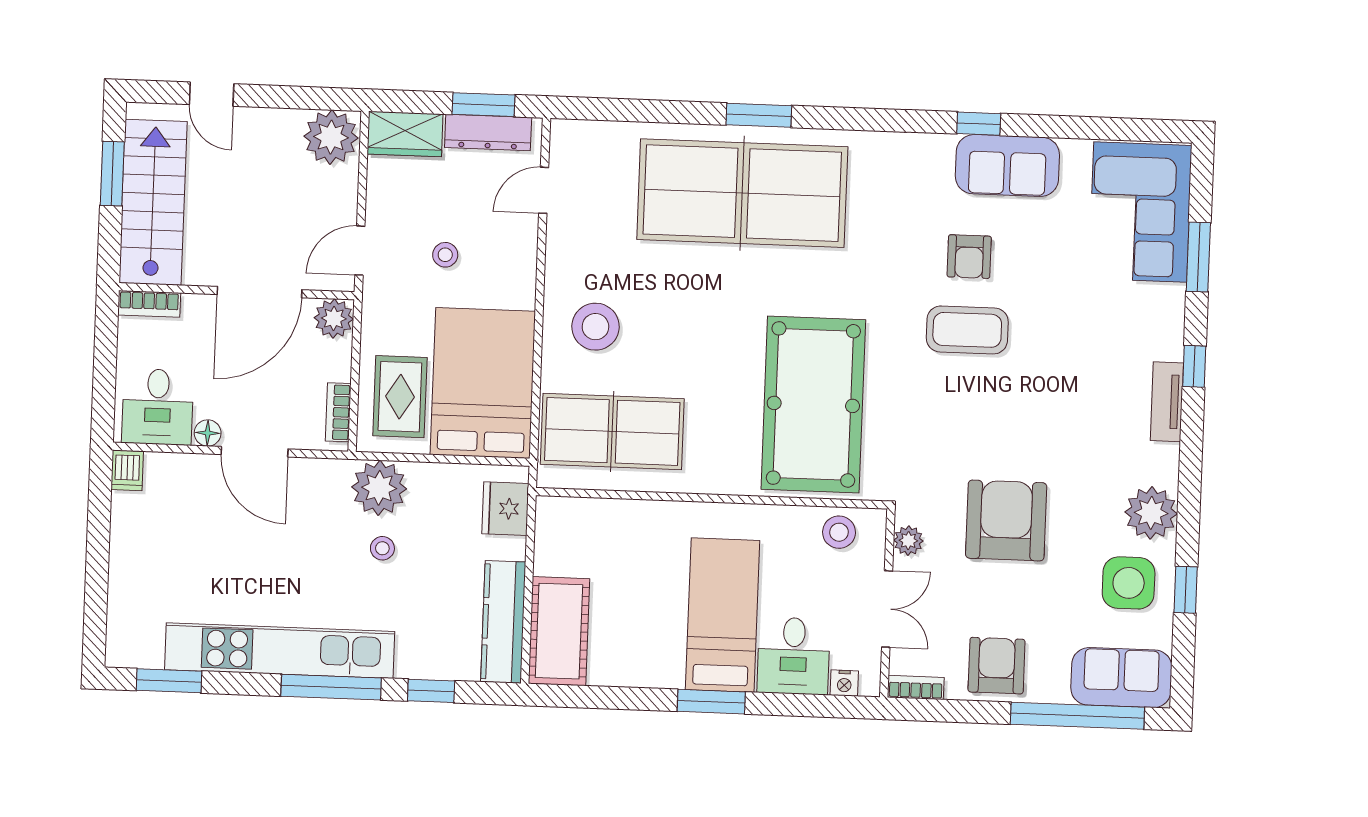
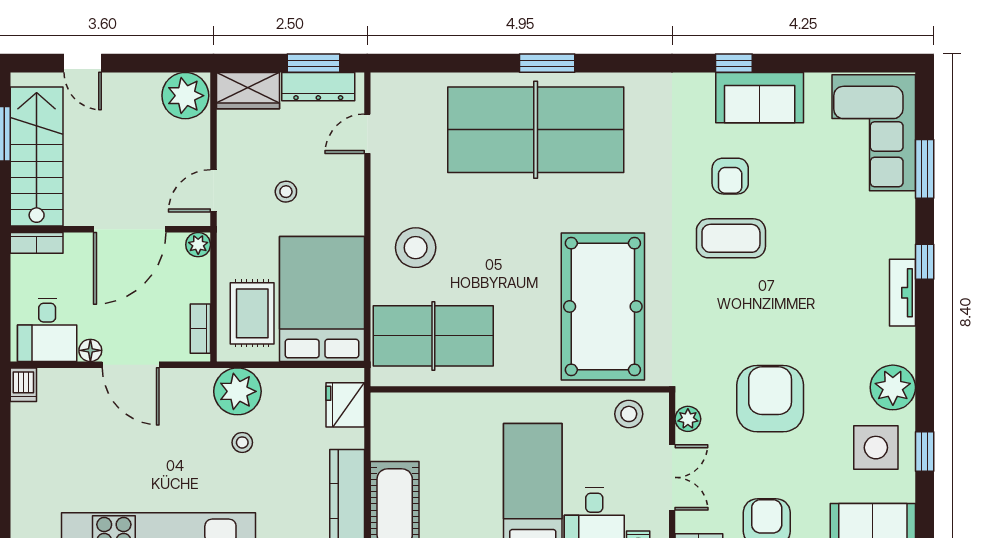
plant: (334, 318) -> (198, 245), width x0.73, depth x0.73

